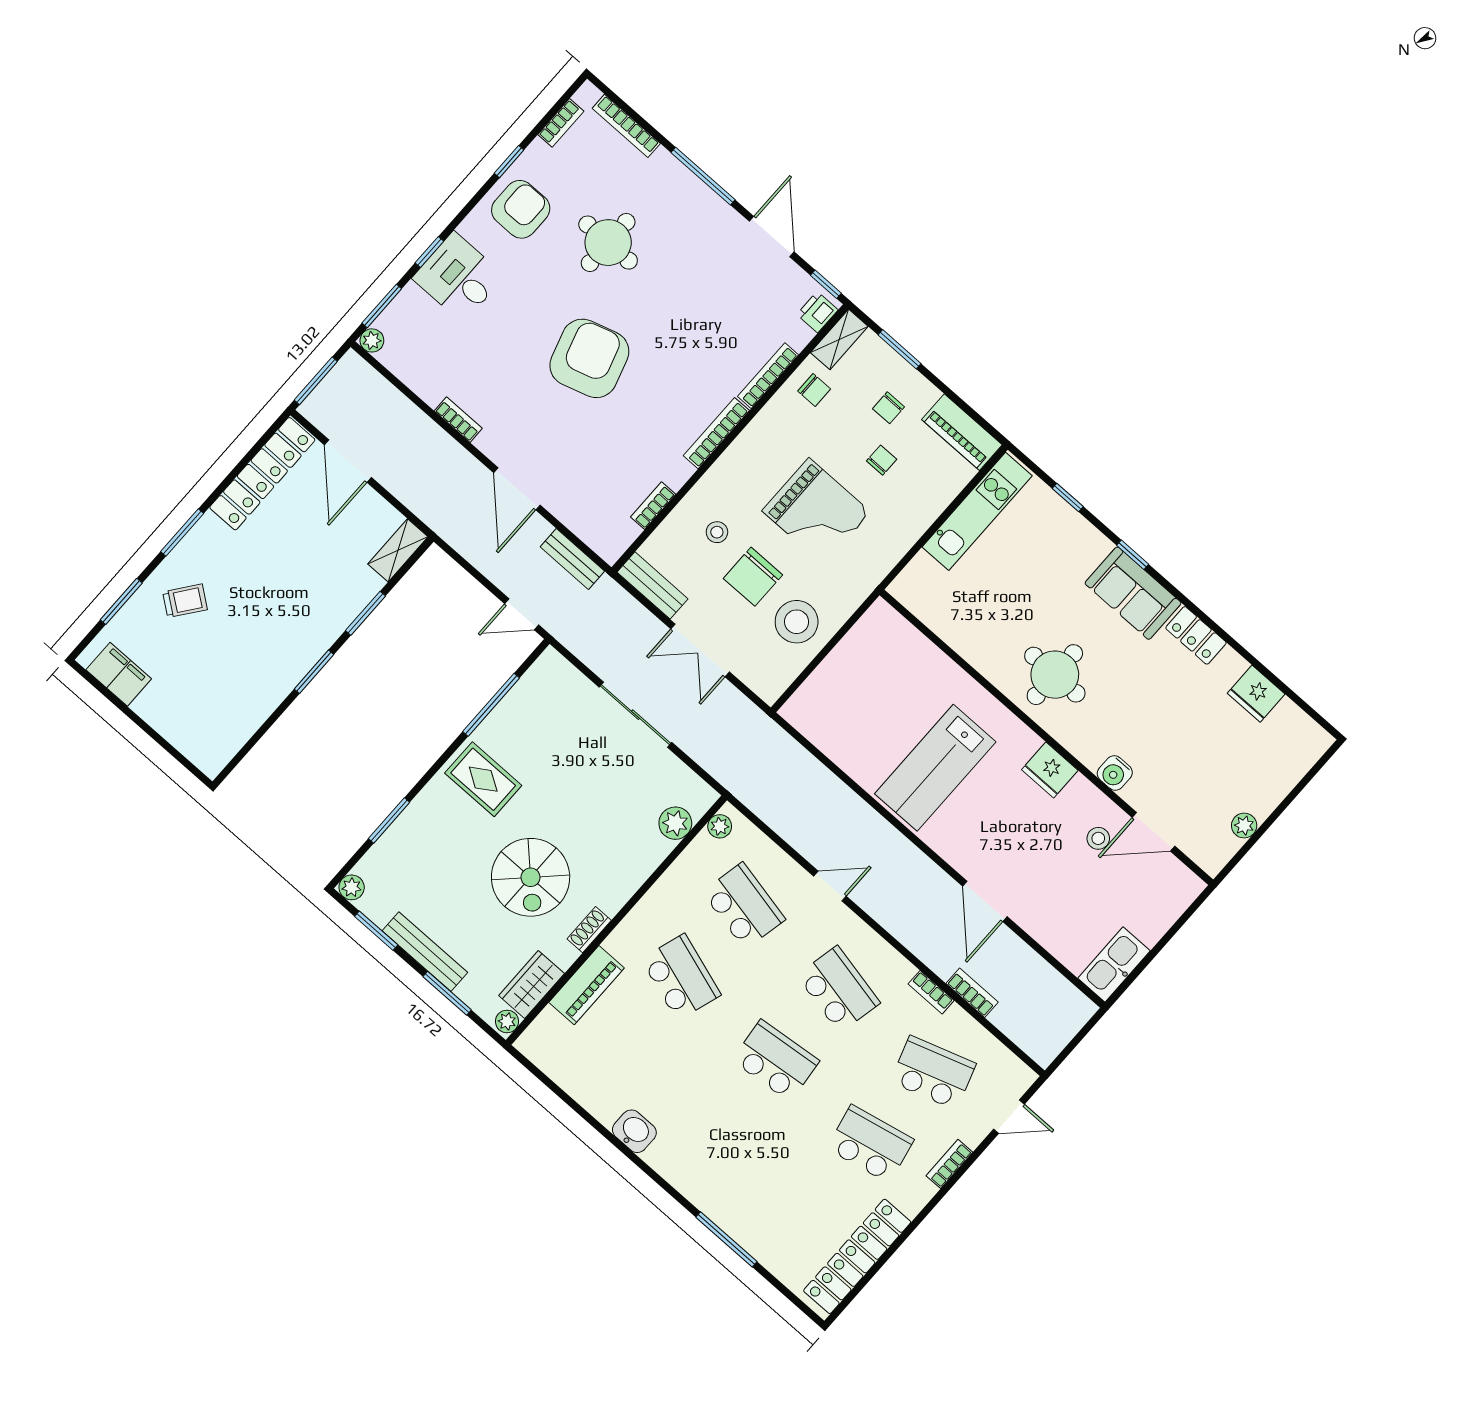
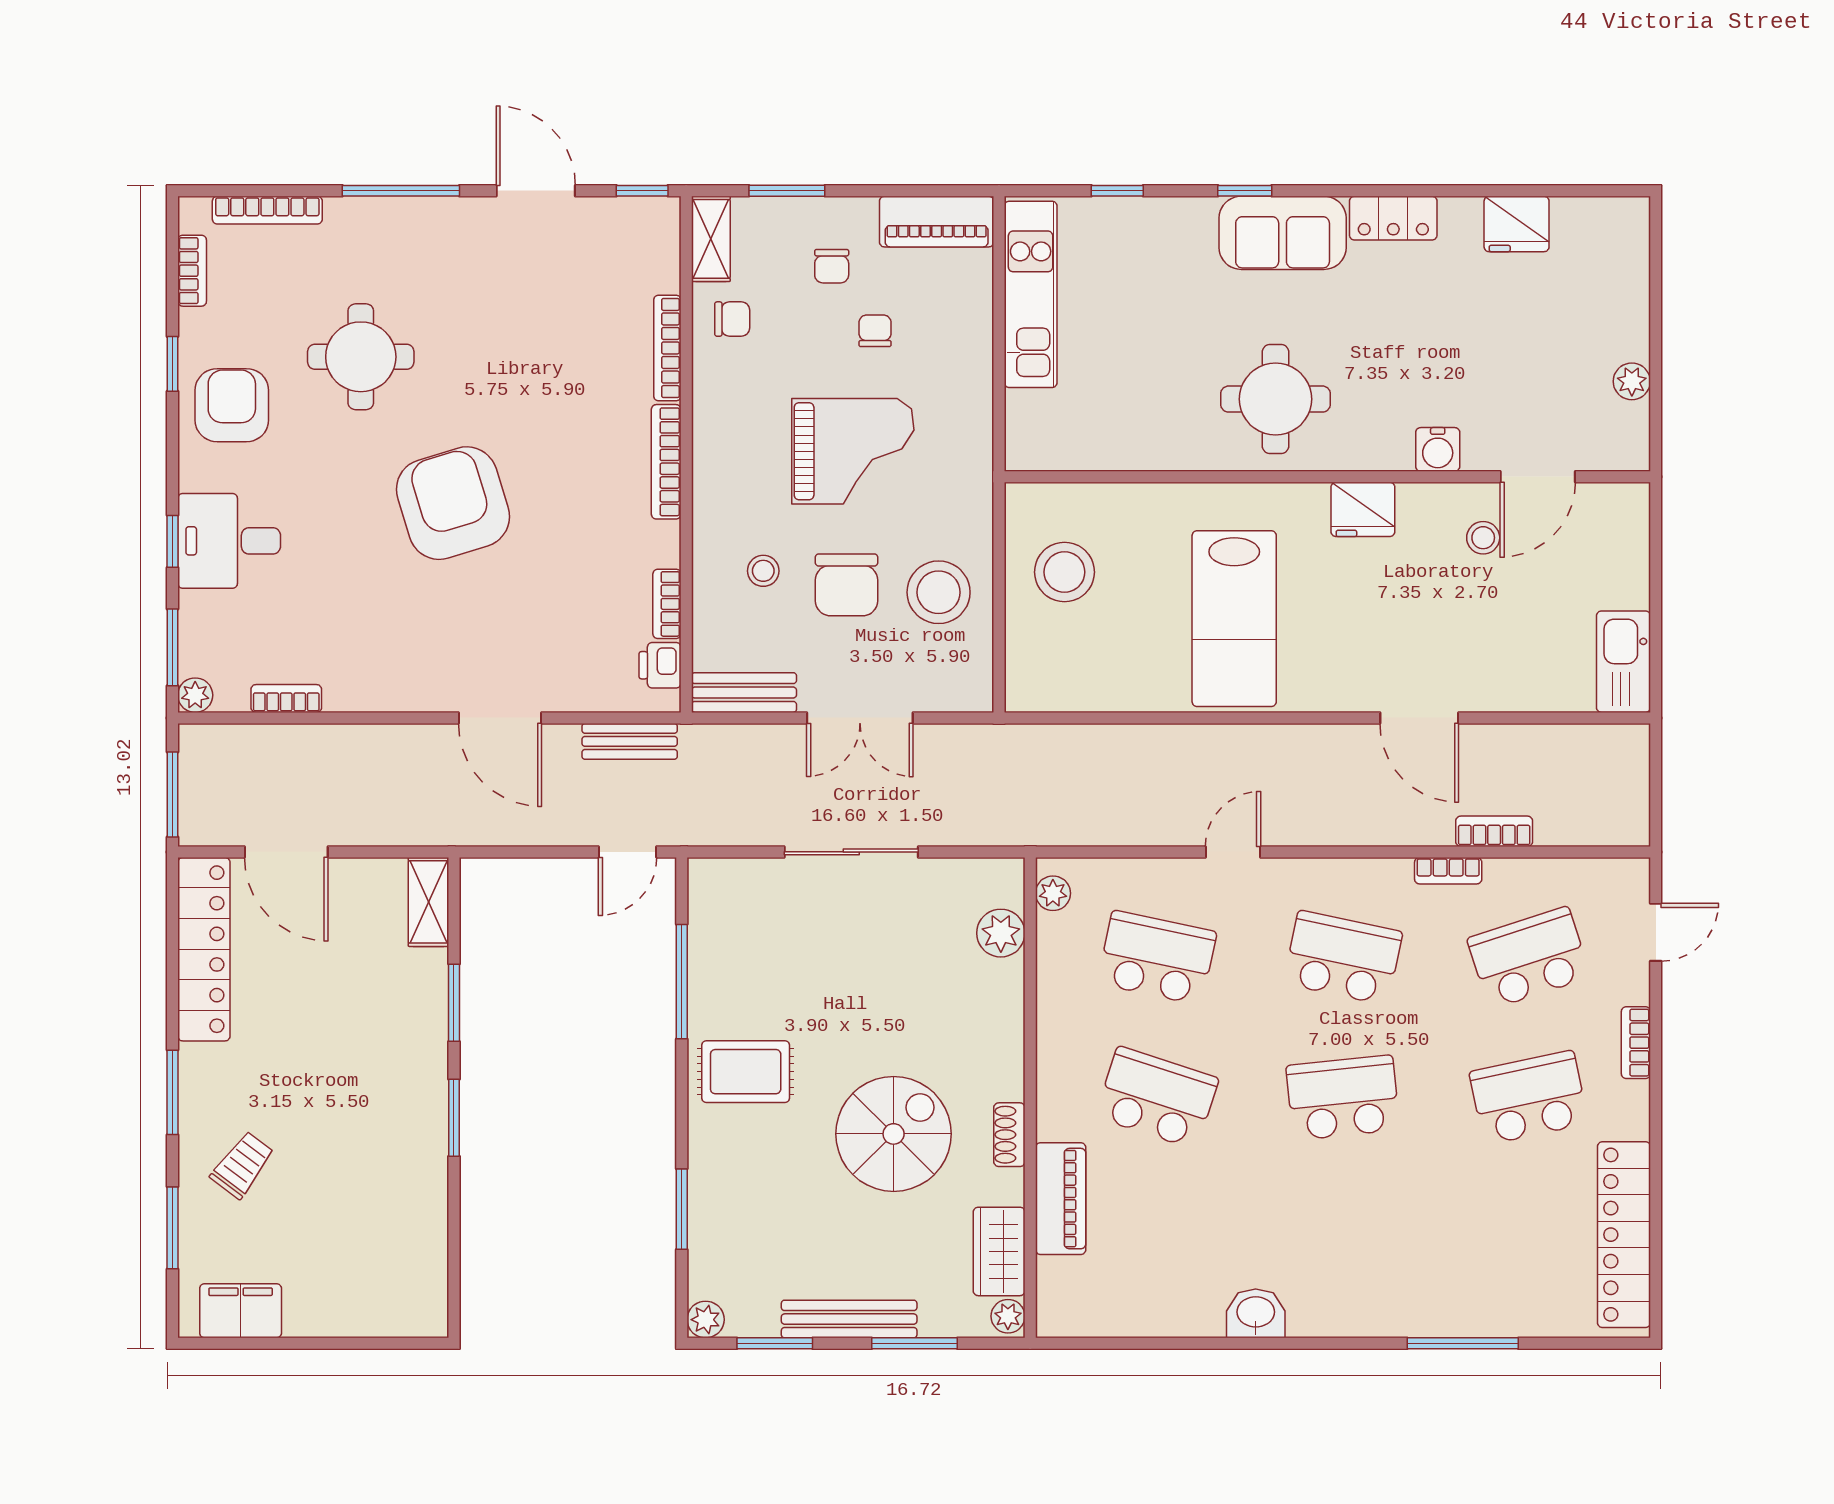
printer: (817, 312) -> (660, 665), moved
bookcase: (458, 420) -> (286, 698), moved
stool: (870, 668) -> (1064, 572), added
spiral stairs: (531, 877) -> (894, 1134), turned -90

